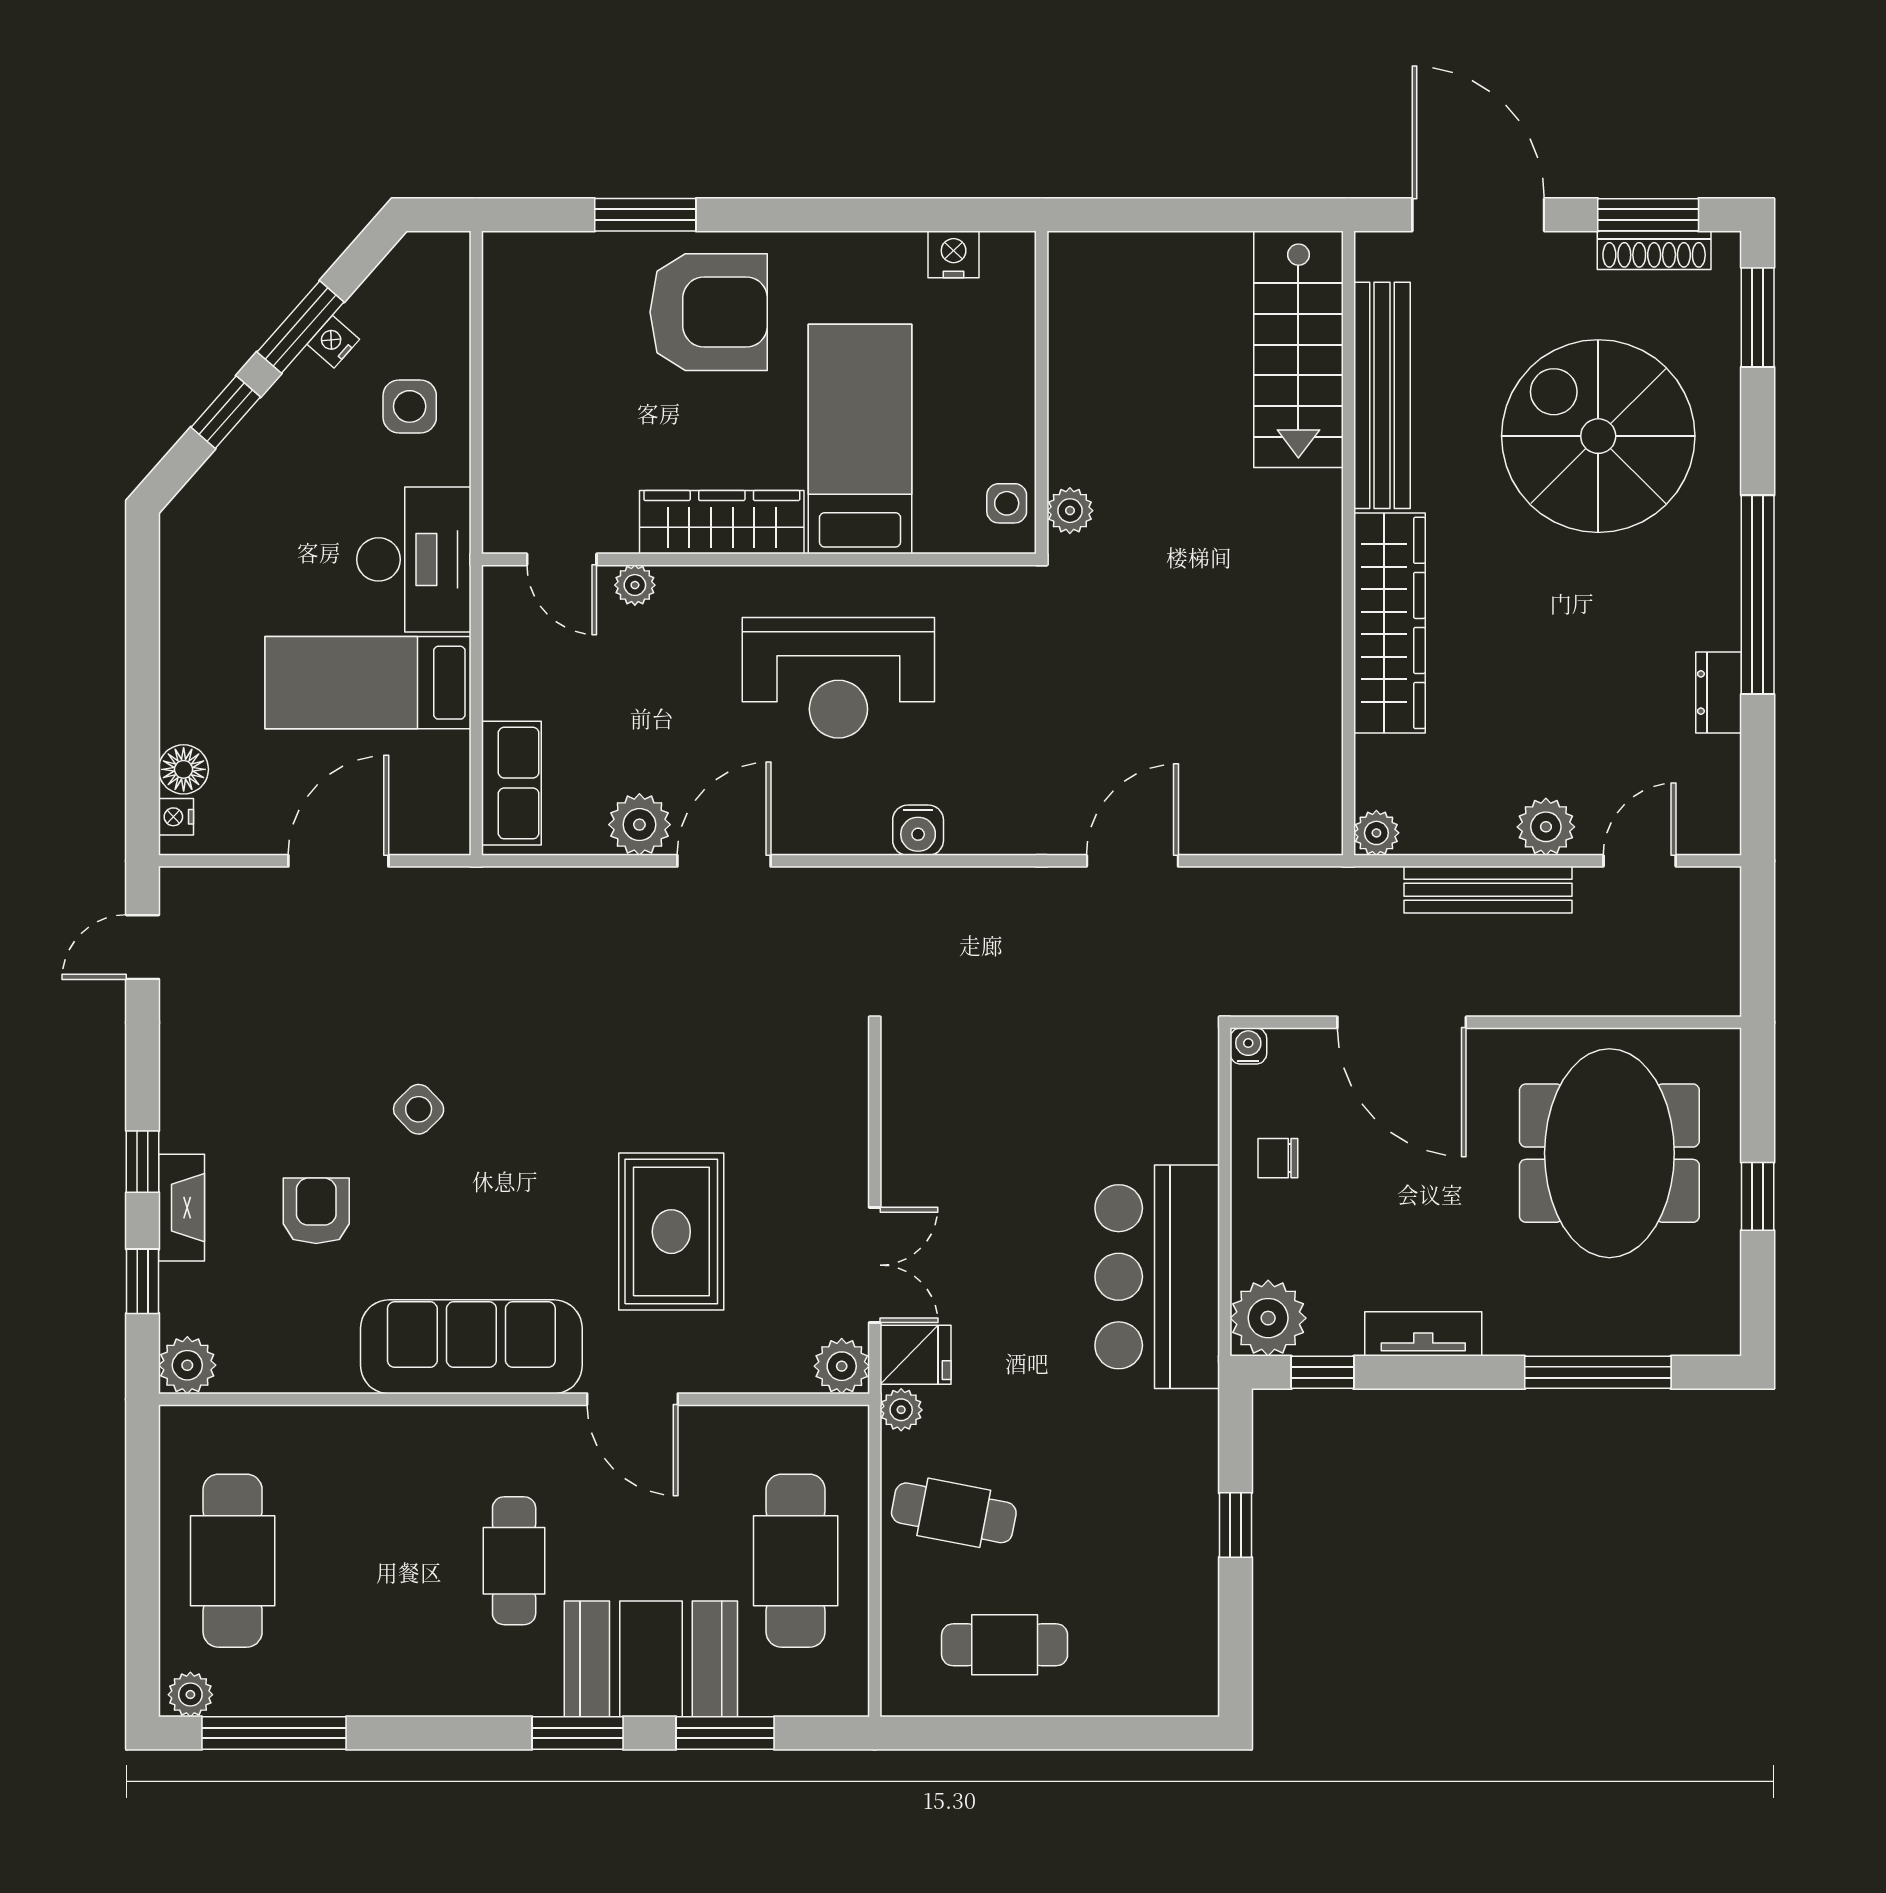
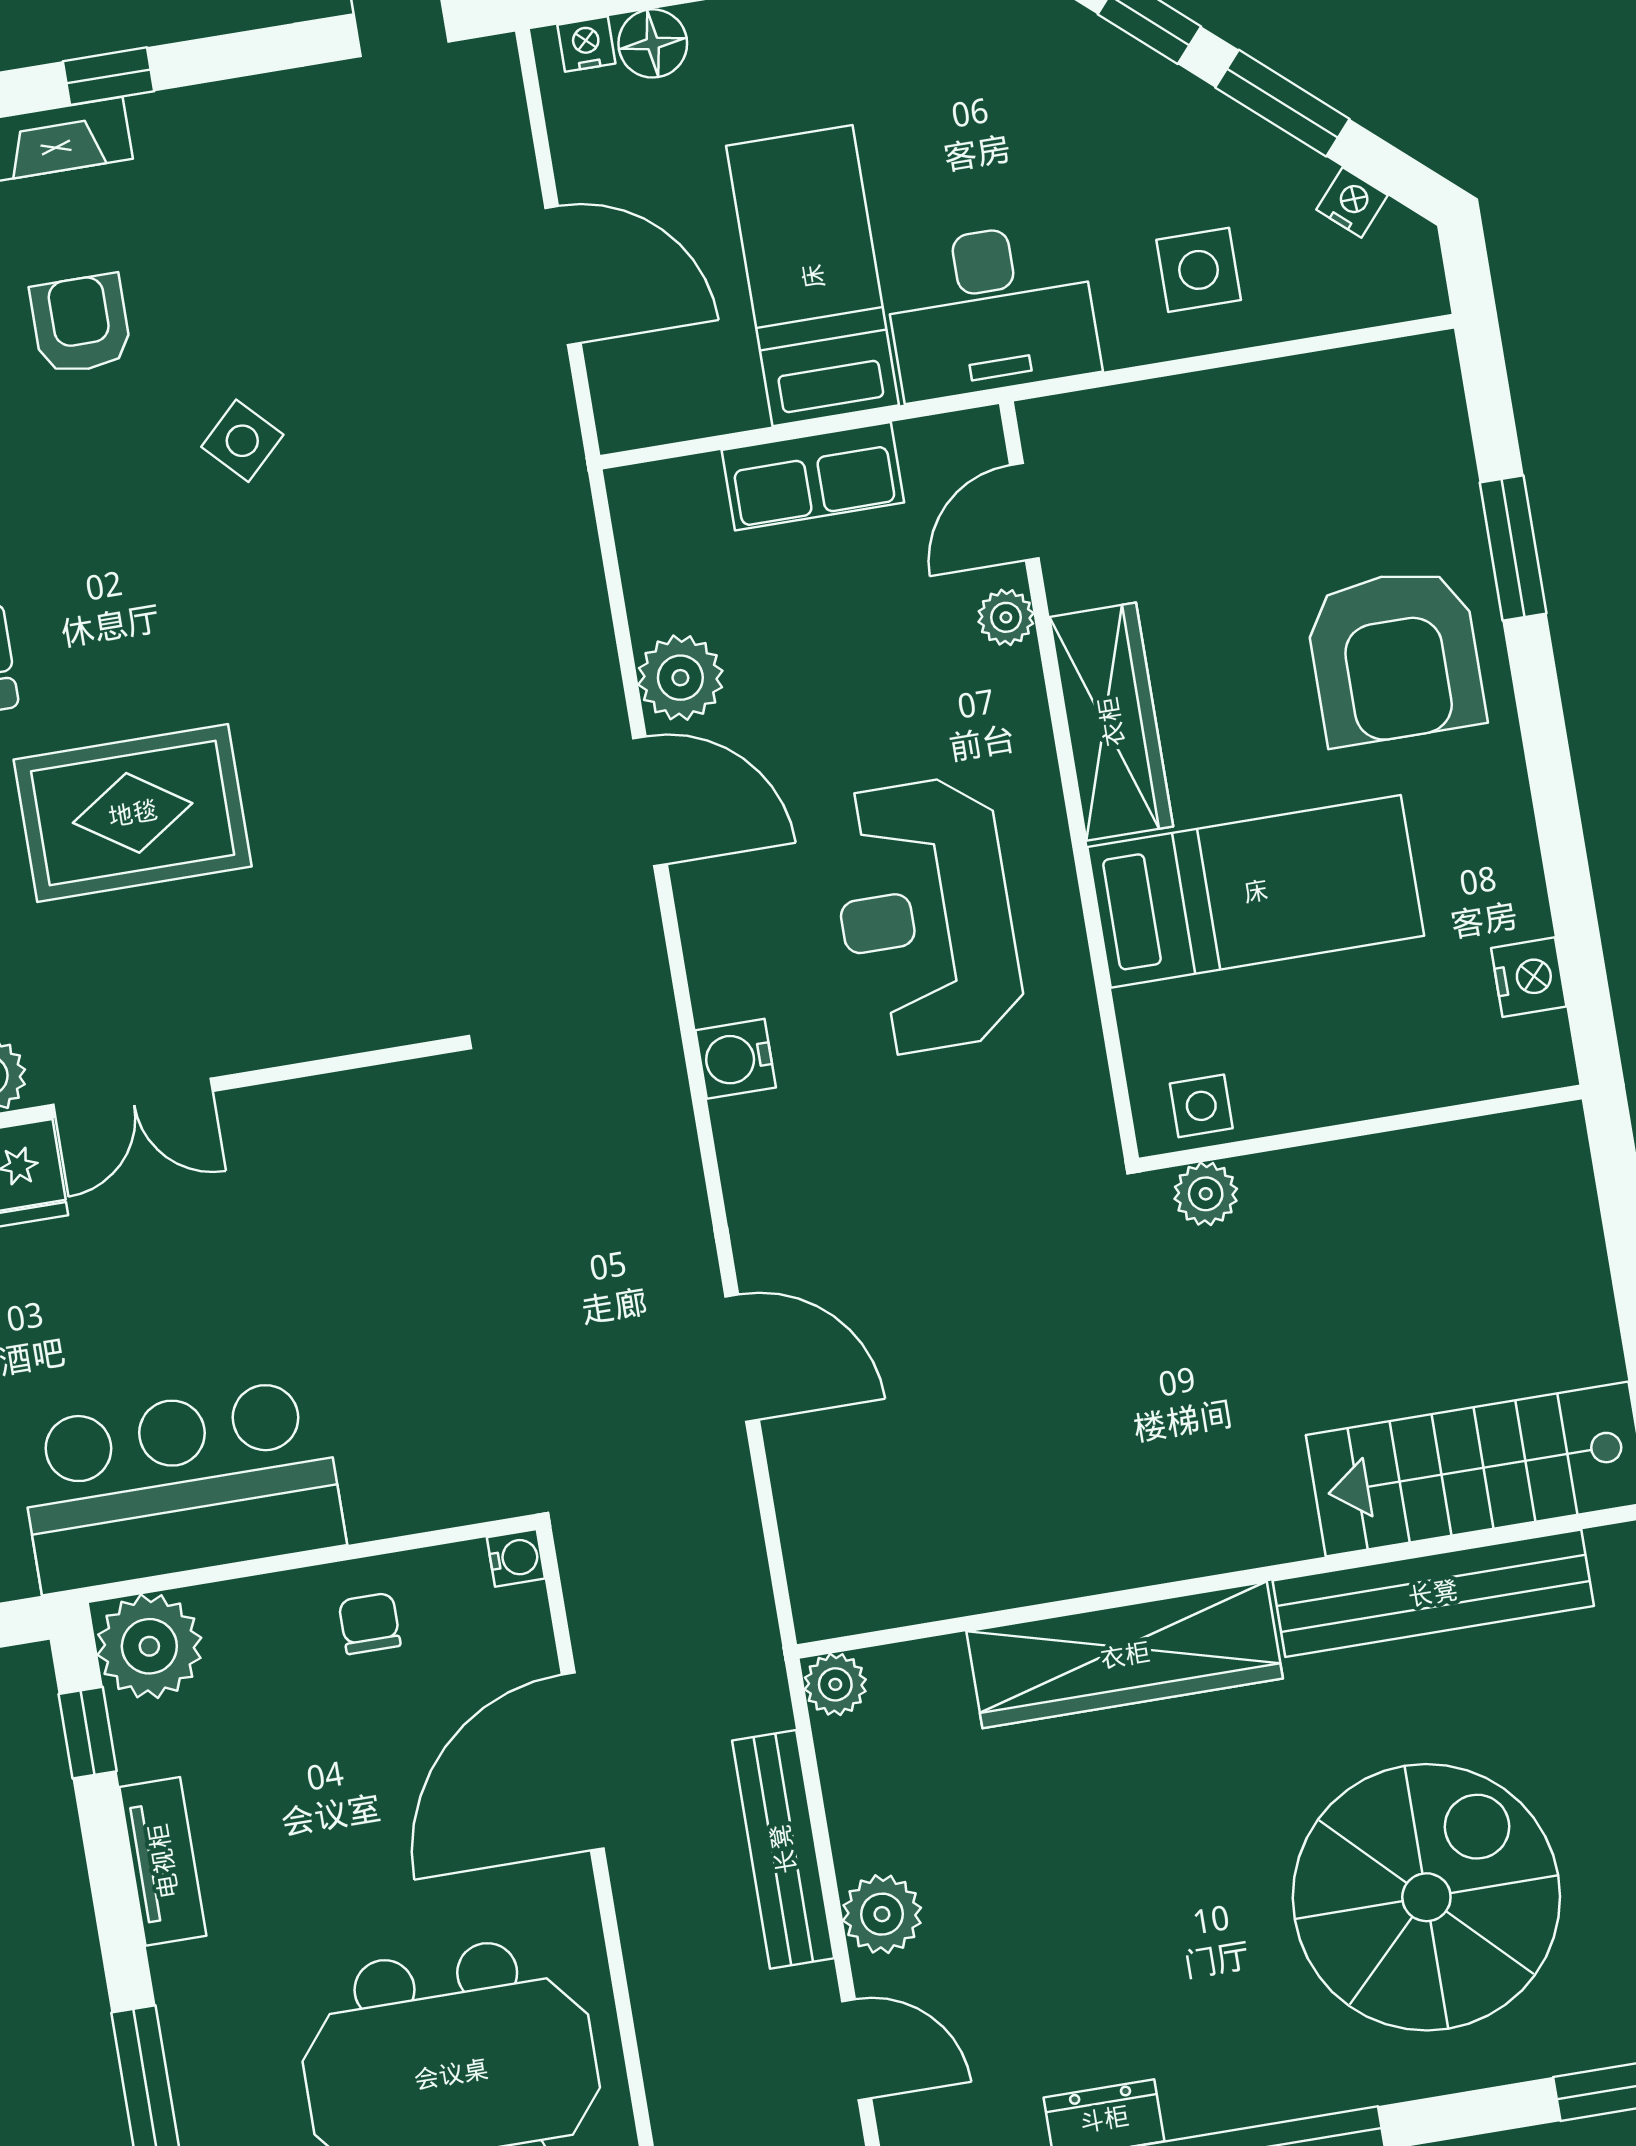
nightstand: (333, 342) -> (1352, 202), moved
row of seats: (511, 783) -> (813, 476), moved
armchair: (316, 1211) -> (81, 324), turned -90

